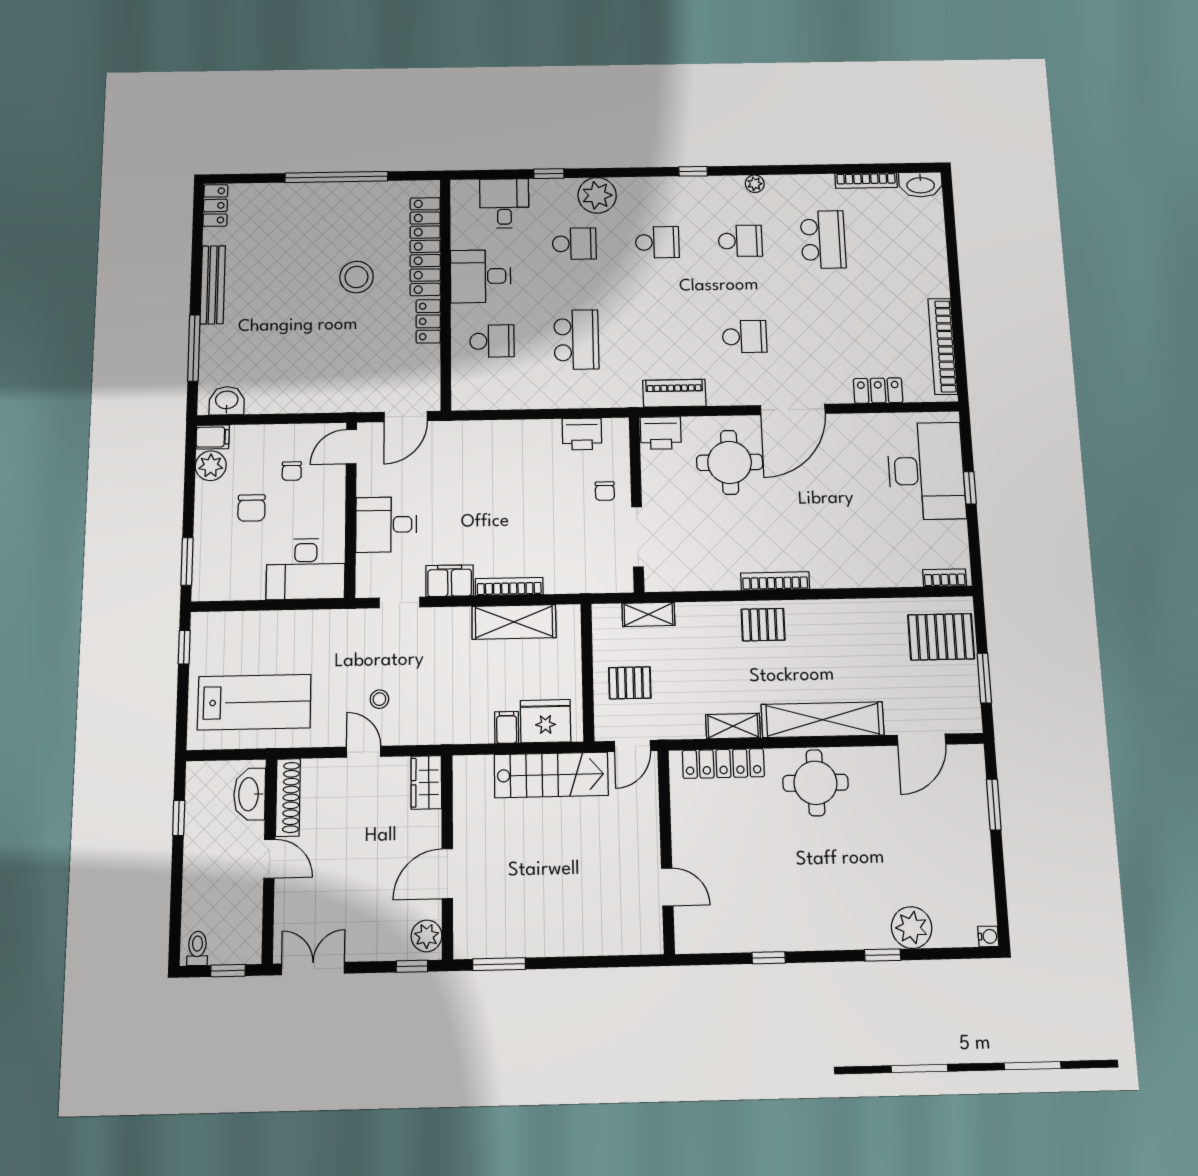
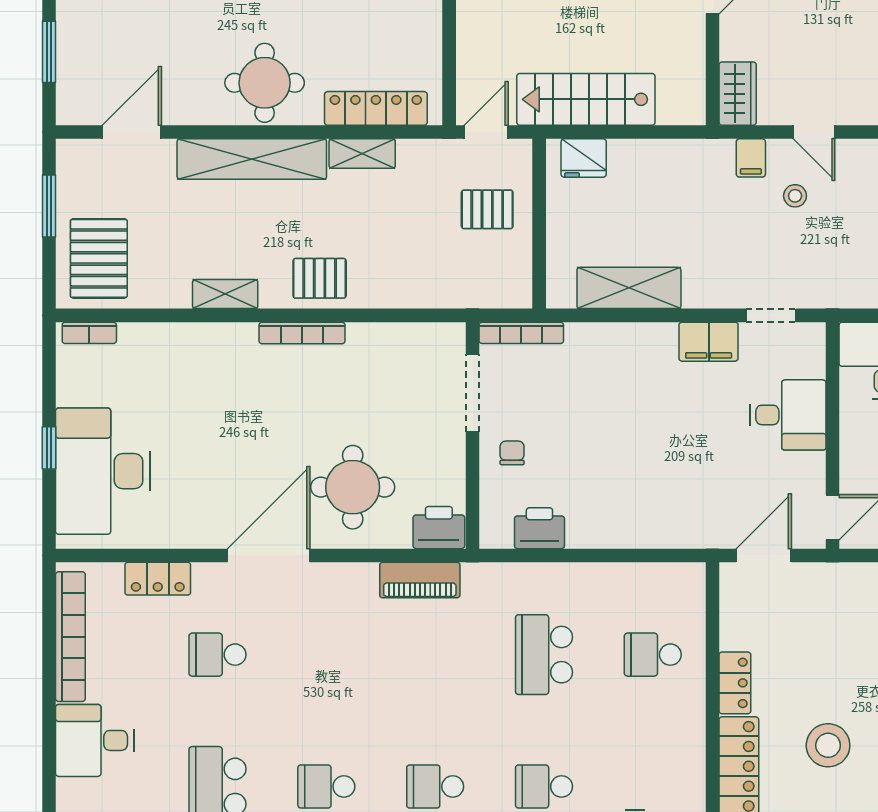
desk: (481, 276) -> (95, 740), moved, turned 180
school desk: (745, 337) -> (218, 655), moved
bookcase: (509, 586) -> (521, 333), moved
shelving: (648, 614) -> (225, 294), moved
pallet: (941, 637) -> (99, 258), turned 90
fridge: (546, 721) -> (584, 158), width x0.73, depth x0.75
filing cabinet: (507, 727) -> (751, 158), moved

